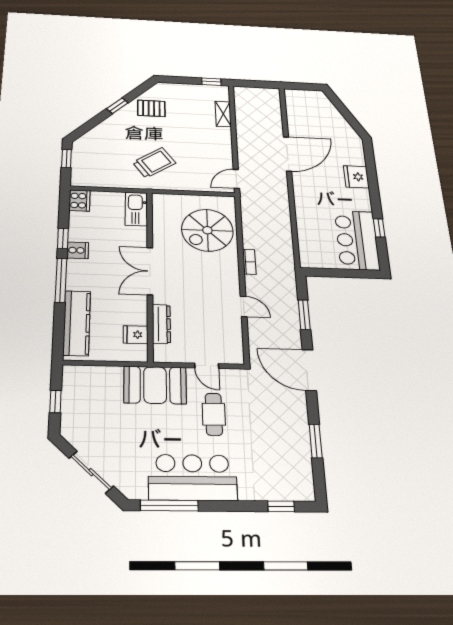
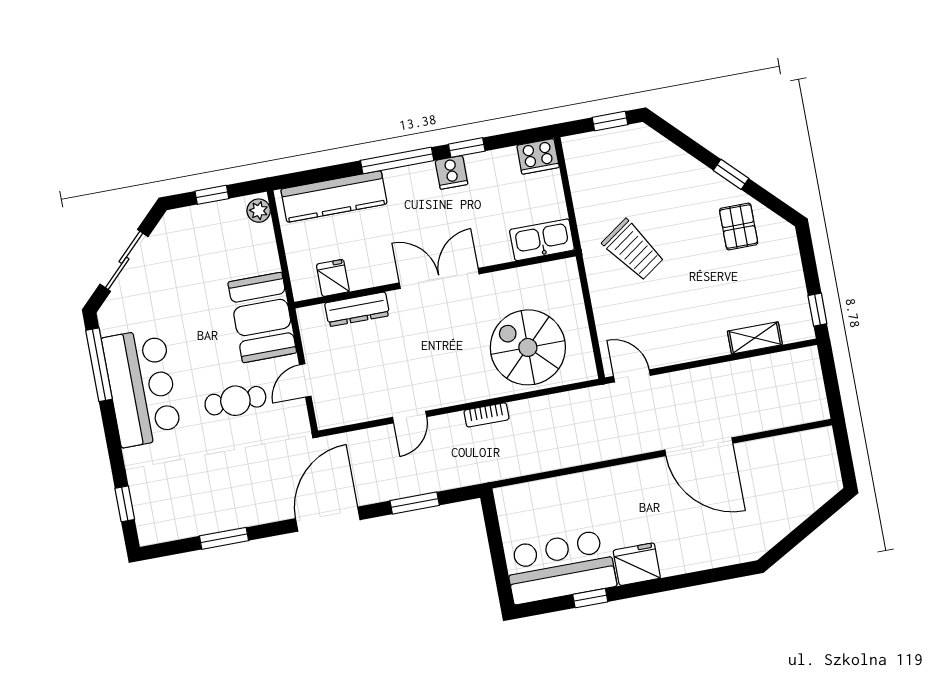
fridge: (356, 177) -> (637, 564), moved
plant: (75, 373) -> (259, 211), added

